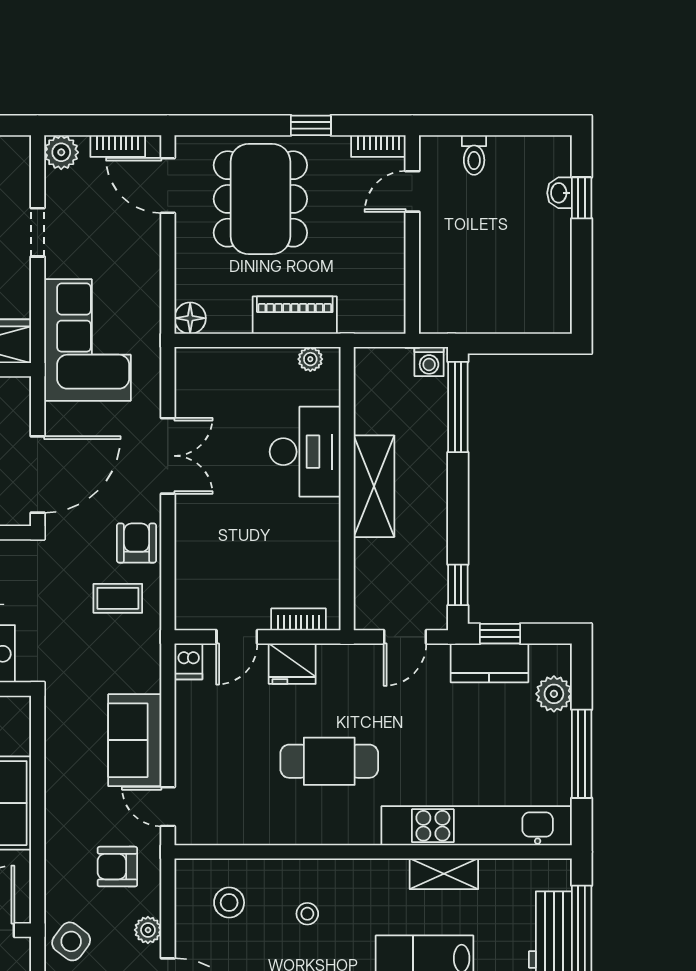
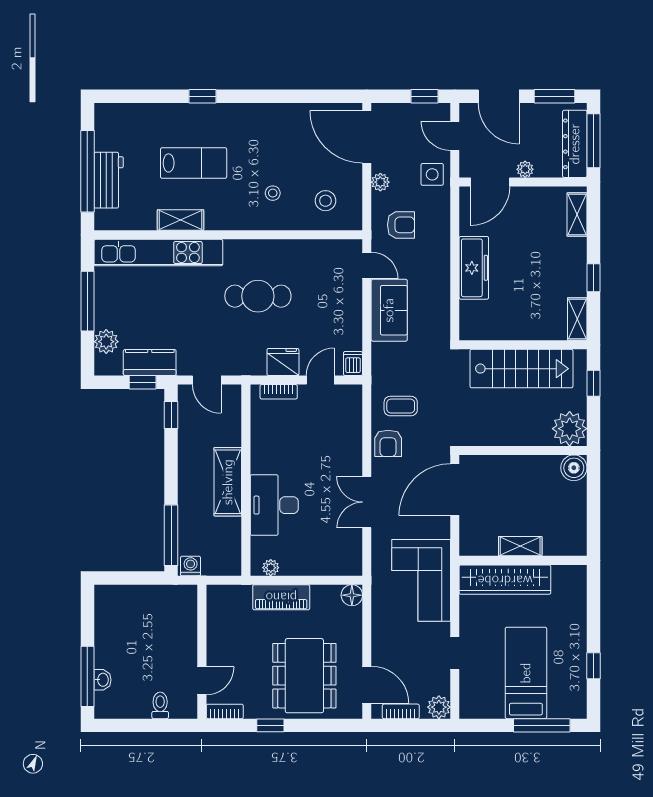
window: (582, 198) -> (87, 676), width x2.17
door: (405, 637) -> (207, 380), swing flipped
side table: (71, 941) -> (432, 174), turned -37

